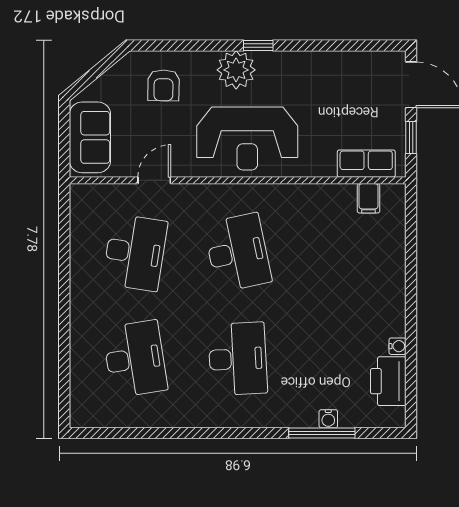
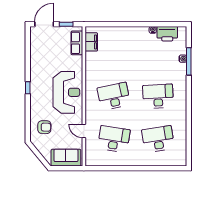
plant: (236, 70) -> (38, 97), removed
filing cabinet: (368, 198) -> (91, 42), width x2.00

